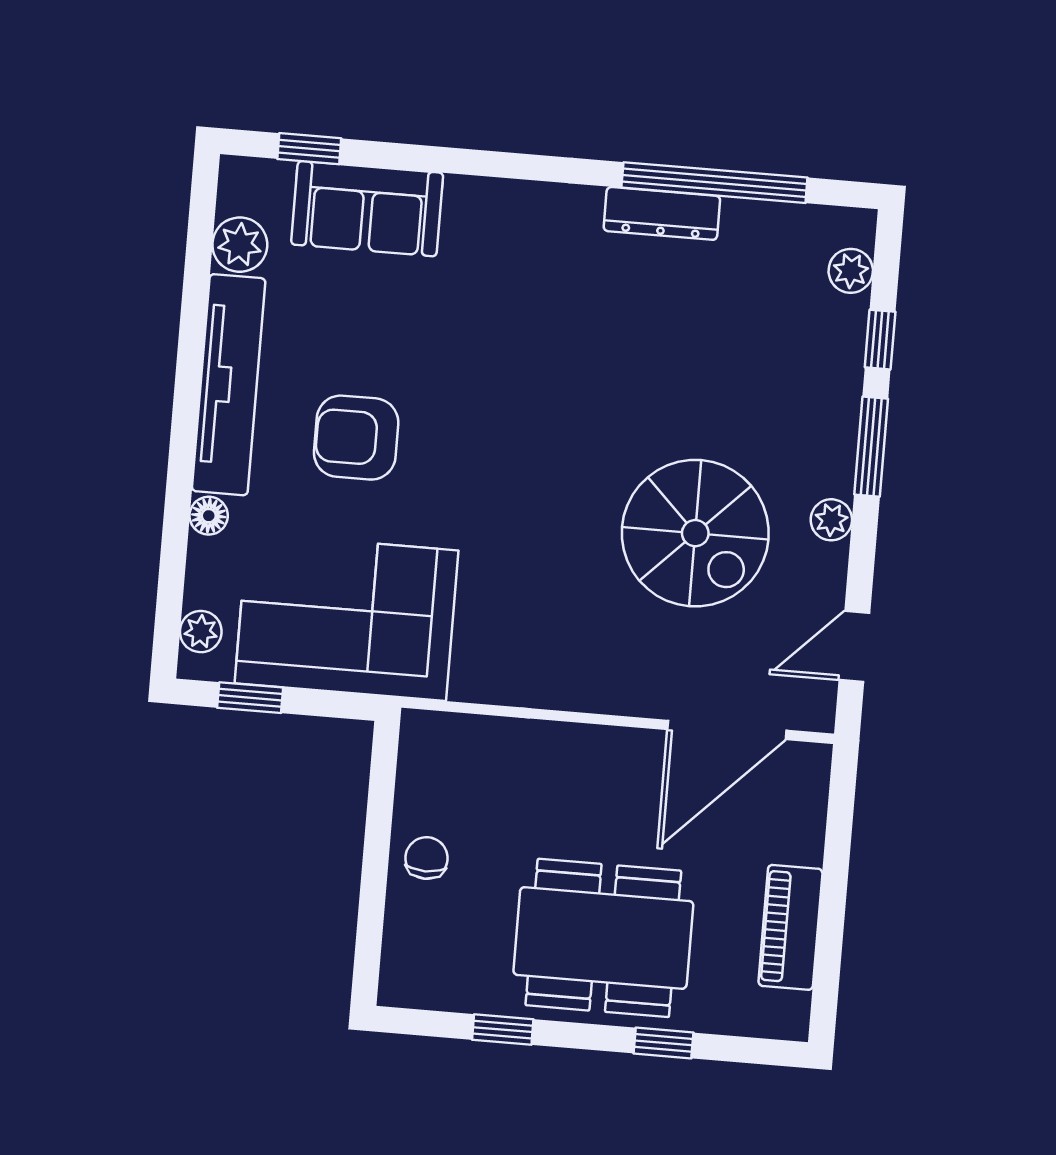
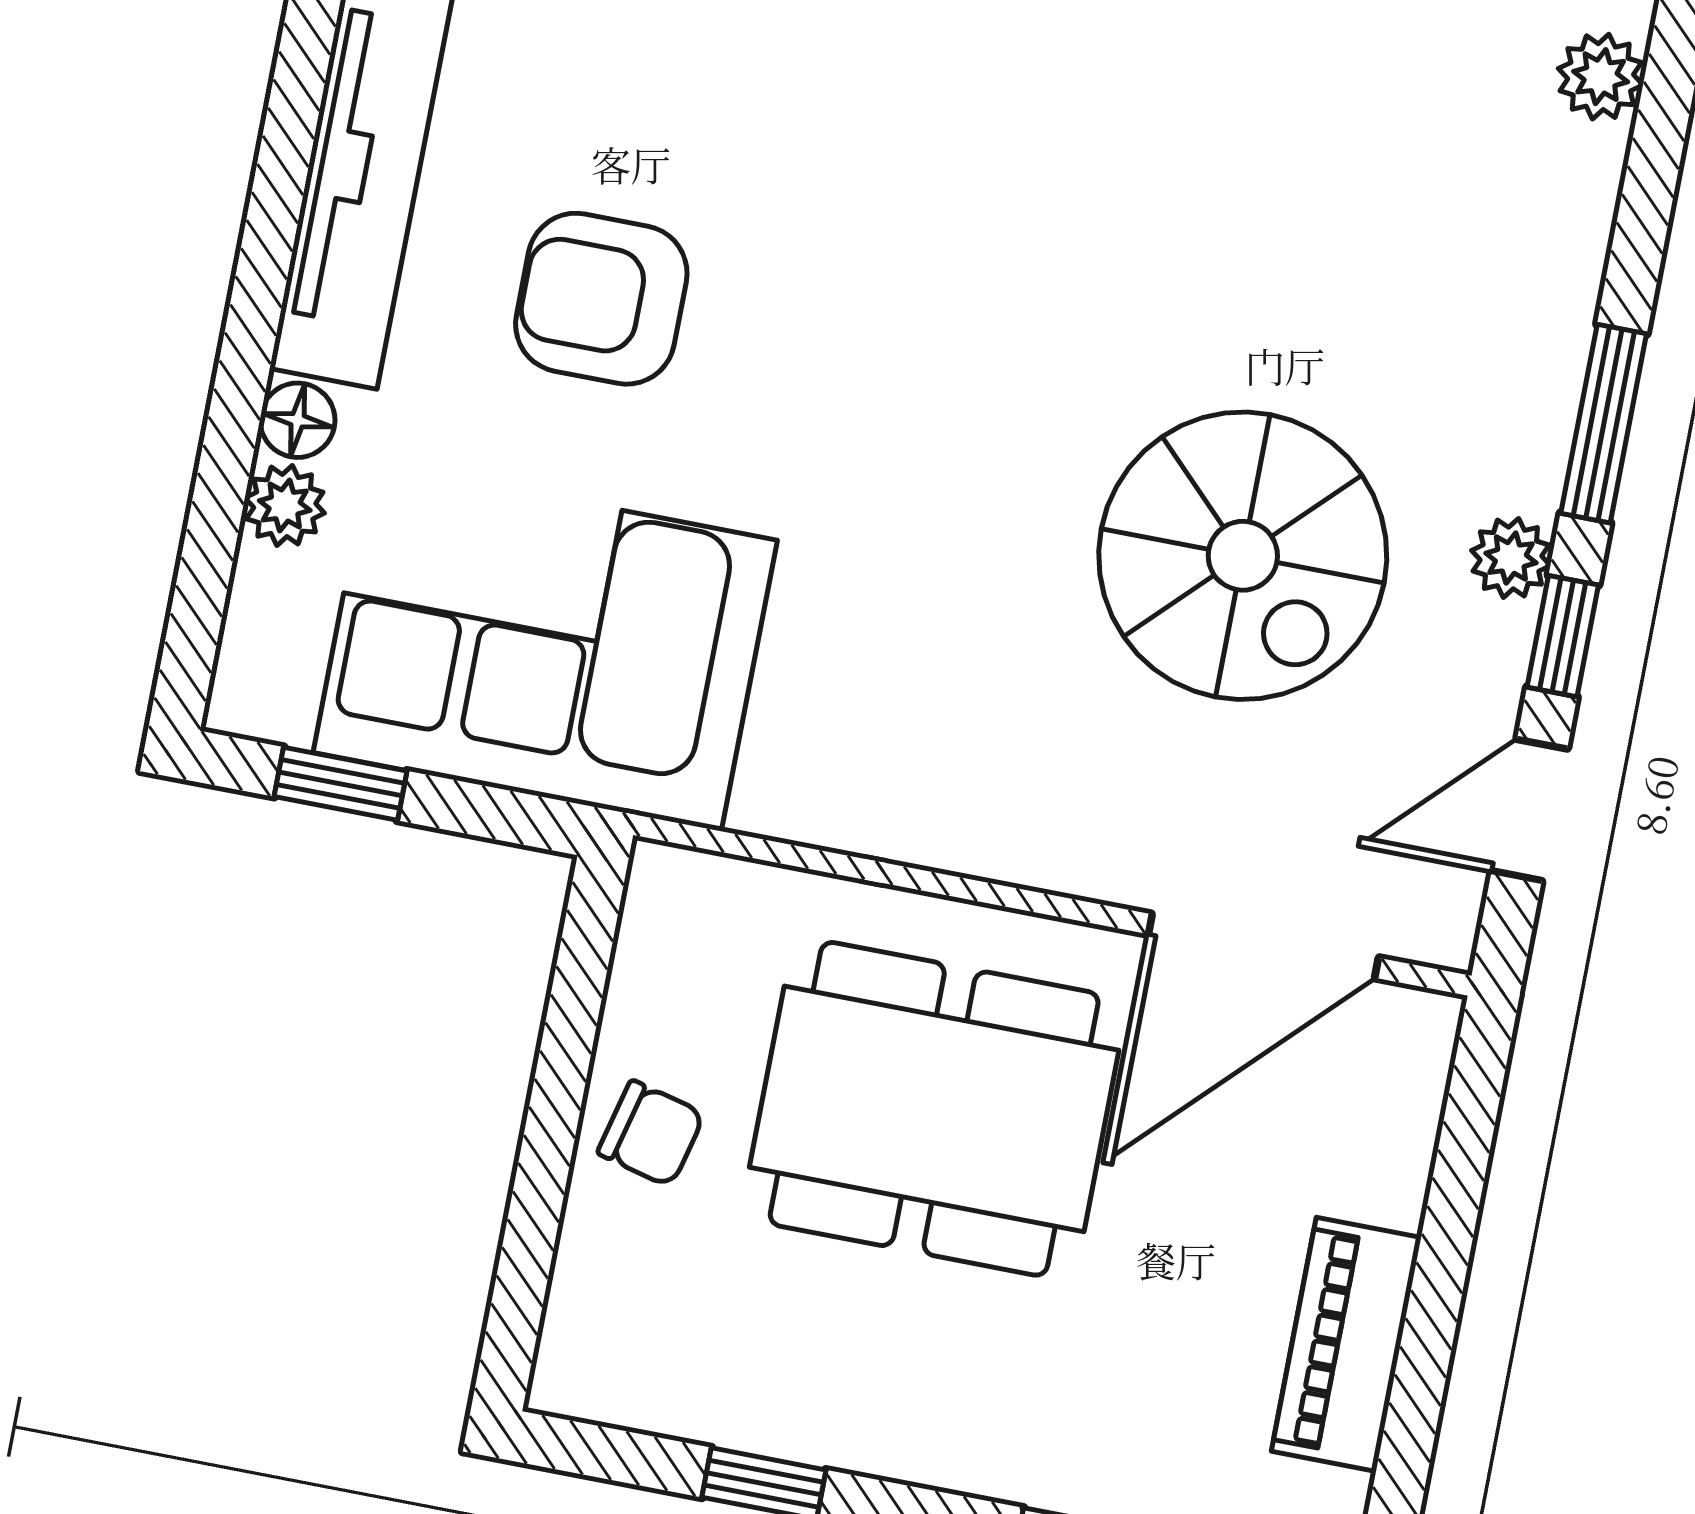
window: (880, 340) -> (1563, 636), moved
plant: (201, 632) -> (285, 505), moved
chair: (427, 858) -> (651, 1133), turned 104
dining table: (603, 938) -> (934, 1109), moved

